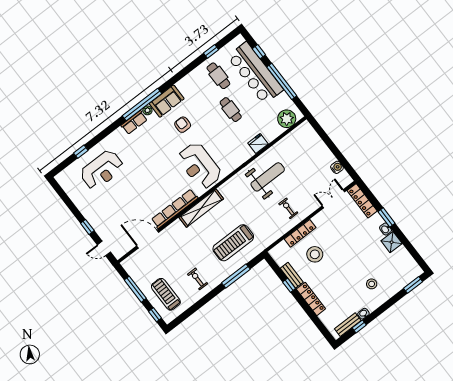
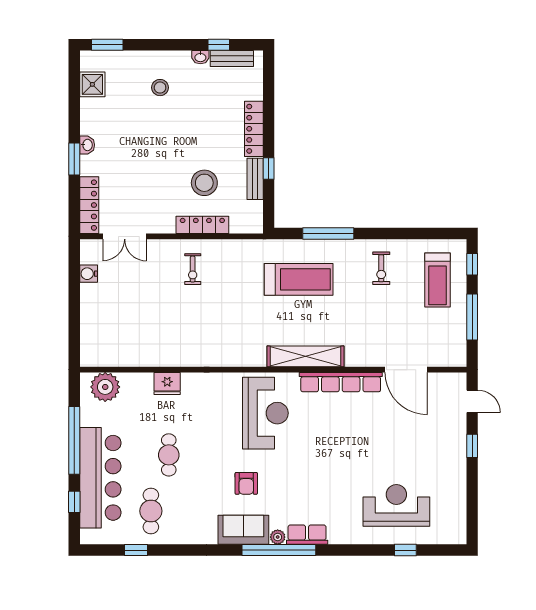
weight bench: (268, 177) -> (188, 330), removed
shower: (392, 242) -> (92, 84), moved

